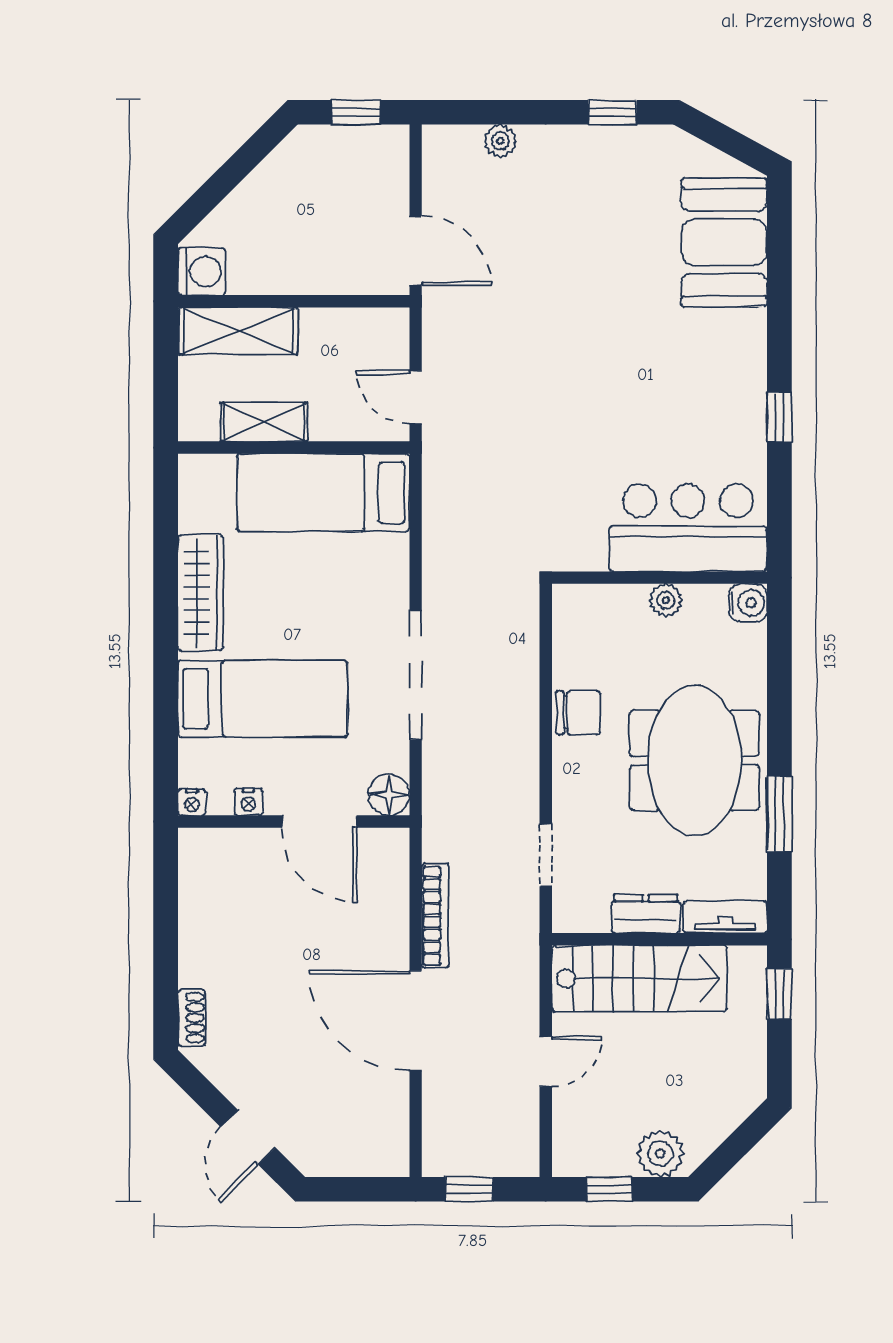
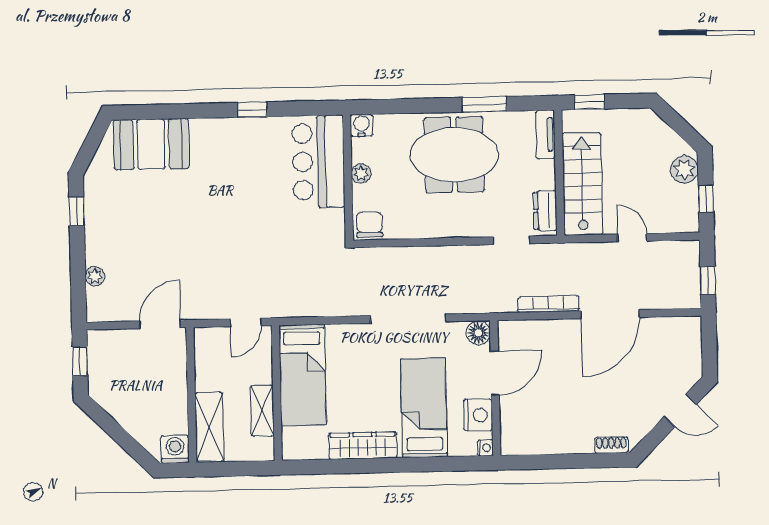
chair: (578, 713) -> (370, 225), moved
nightstand: (248, 802) -> (478, 415), width x1.89, depth x1.79
dresser: (646, 914) -> (545, 211), moved

